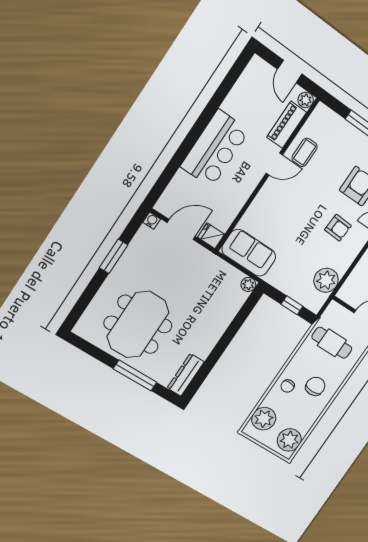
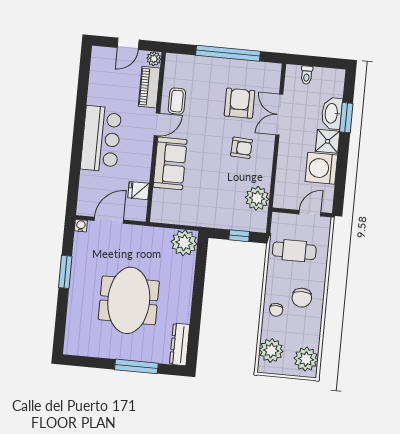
door: (290, 71) -> (128, 44), hinge flipped
fridge: (211, 236) -> (139, 191), moved
sofa: (249, 253) -> (170, 163), moved, turned 90
plant: (248, 284) -> (184, 243), width x1.87, depth x1.87
meeting table: (138, 324) -> (129, 300), moved
chair: (315, 386) -> (302, 298), turned 180

